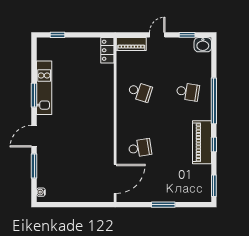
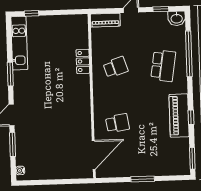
locker: (107, 50) -> (83, 61), moved
kitchen unit: (44, 88) -> (19, 43), moved
school desk: (140, 92) -> (116, 67), turned -36
school desk: (188, 92) -> (163, 66), width x1.85
window: (214, 101) -> (189, 54), moved

